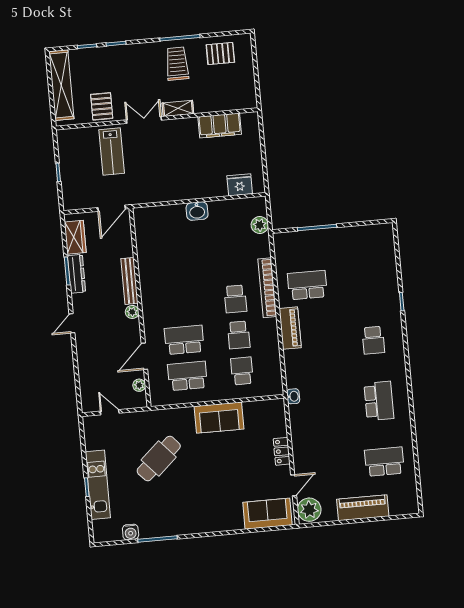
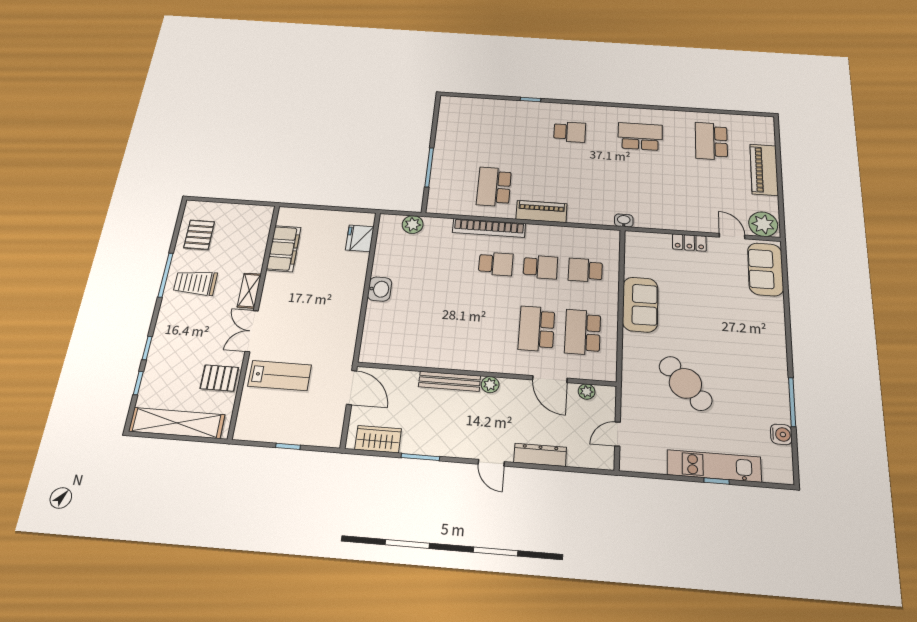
dresser: (76, 274) -> (540, 455), moved

